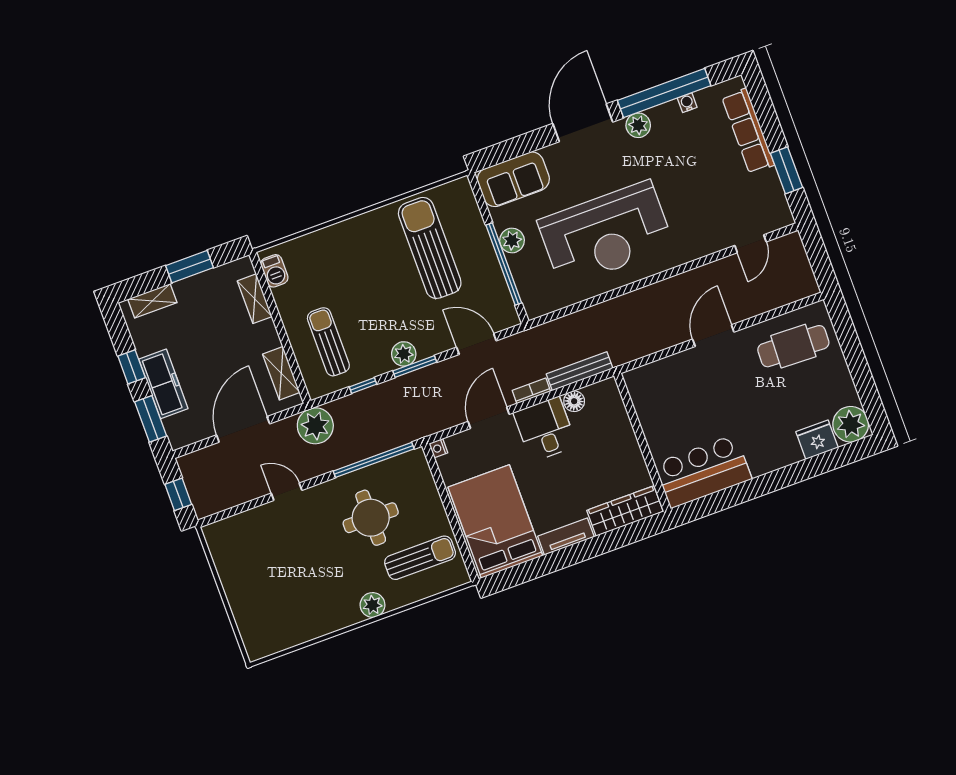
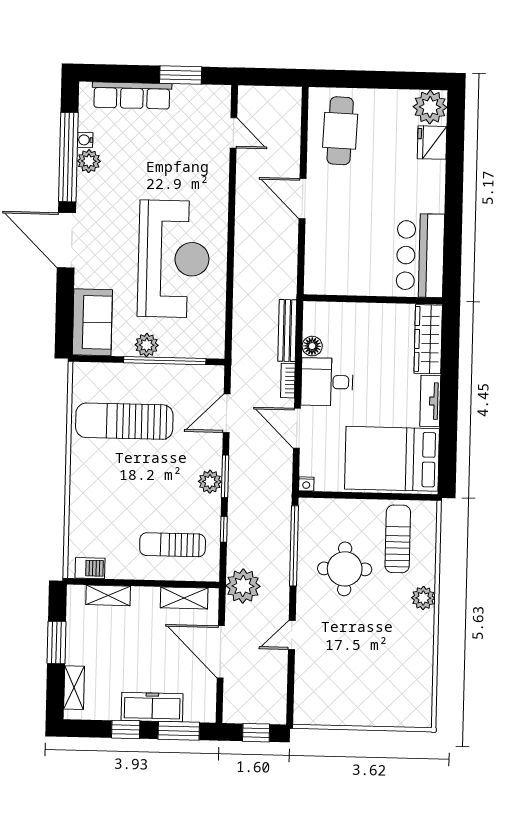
plant: (638, 125) -> (89, 161), moved

